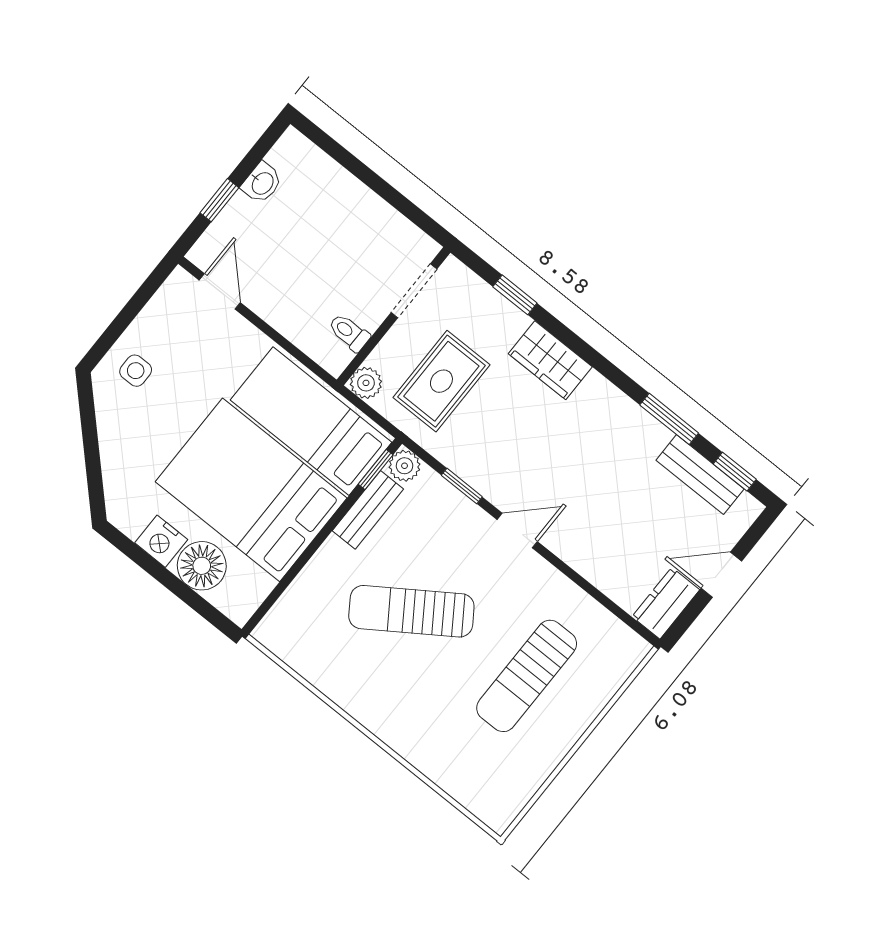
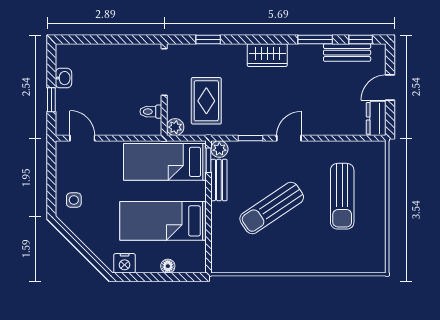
doorway: (414, 291) -> (164, 72), width x1.38
wardrobe: (550, 360) -> (267, 55), moved
bed: (251, 490) -> (163, 221), width x0.67
nightstand: (161, 541) -> (125, 263), moved
floor lamp: (202, 566) -> (168, 266), width x0.53, depth x0.53

